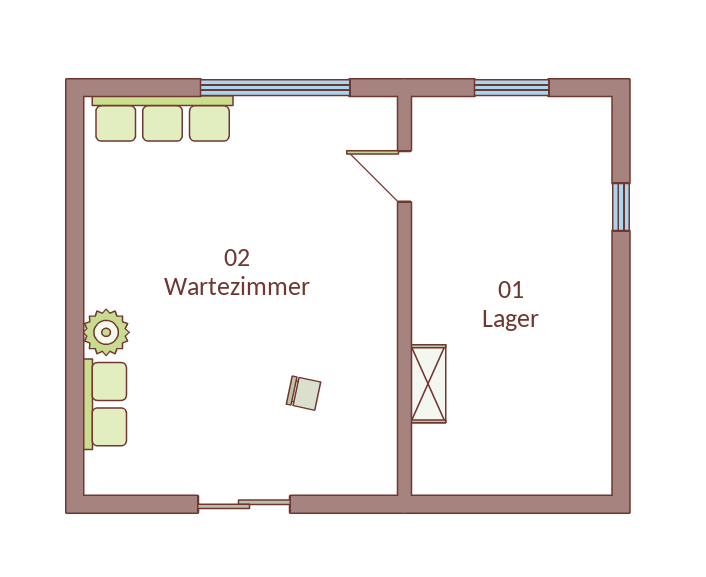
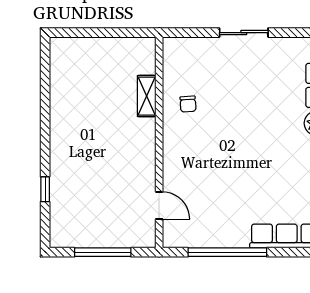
window: (512, 88) -> (103, 252), width x1.44
chair: (304, 393) -> (188, 104), moved, turned -106

